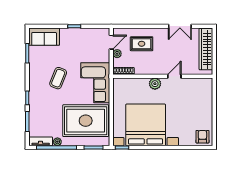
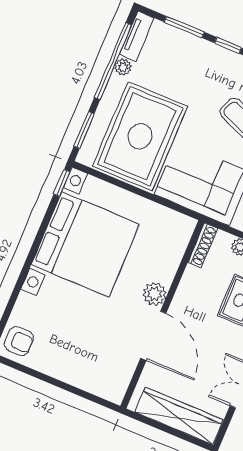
door: (174, 76) -> (153, 336), width x1.87

